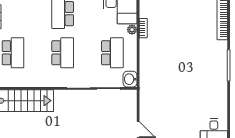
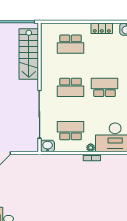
school desk: (112, 53) -> (71, 131), turned 180

